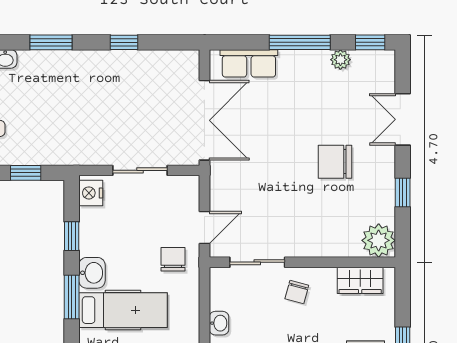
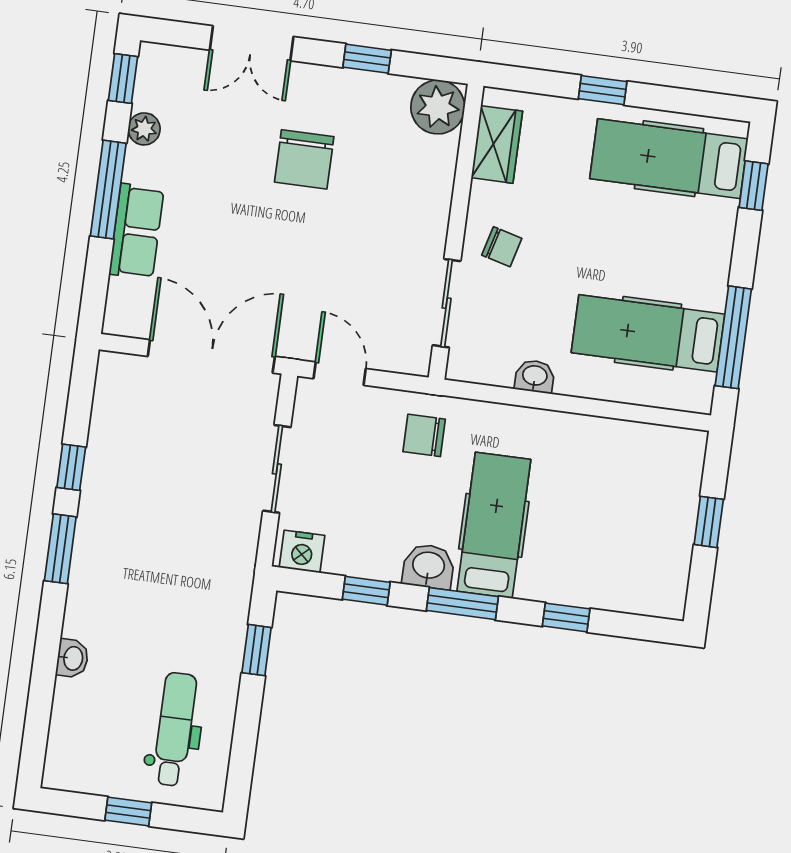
window: (51, 42) -> (60, 549), moved
row of seats: (249, 63) -> (136, 231), moved
door: (205, 228) -> (340, 374), moved

